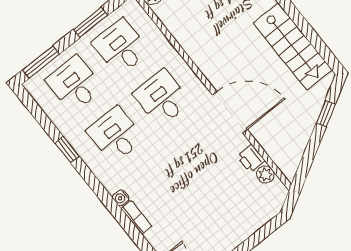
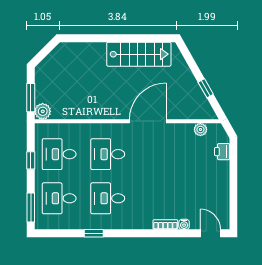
window: (90, 22) -> (31, 160), width x0.67
window: (326, 114) -> (206, 88), moved
printer: (251, 159) -> (222, 152), moved, turned 90
water cooler: (121, 198) -> (184, 224), moved

